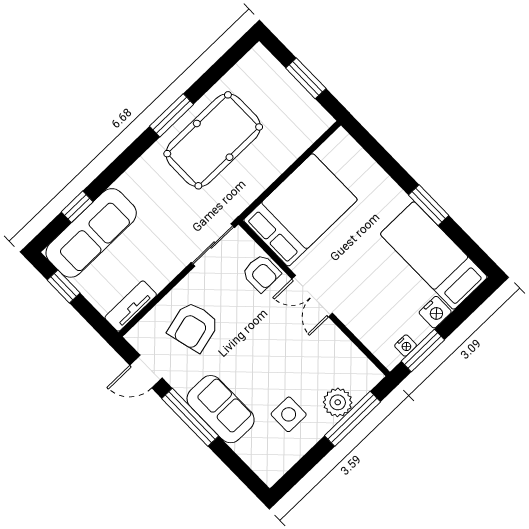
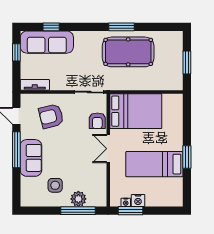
bed: (434, 256) -> (154, 164), moved, turned -90
nightstand: (435, 312) -> (138, 201), moved

